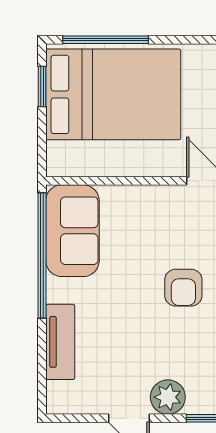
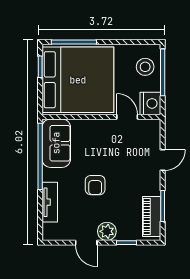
bed: (113, 94) -> (78, 80), width x1.36
armchair: (183, 288) -> (95, 185), moved

